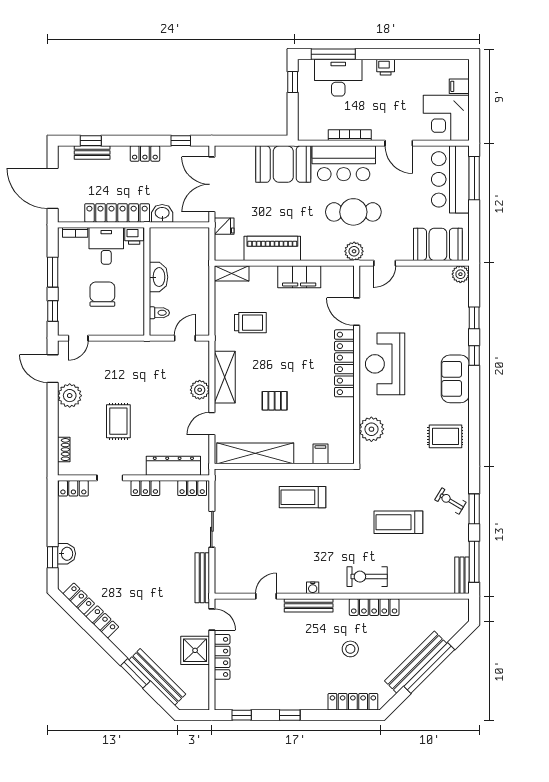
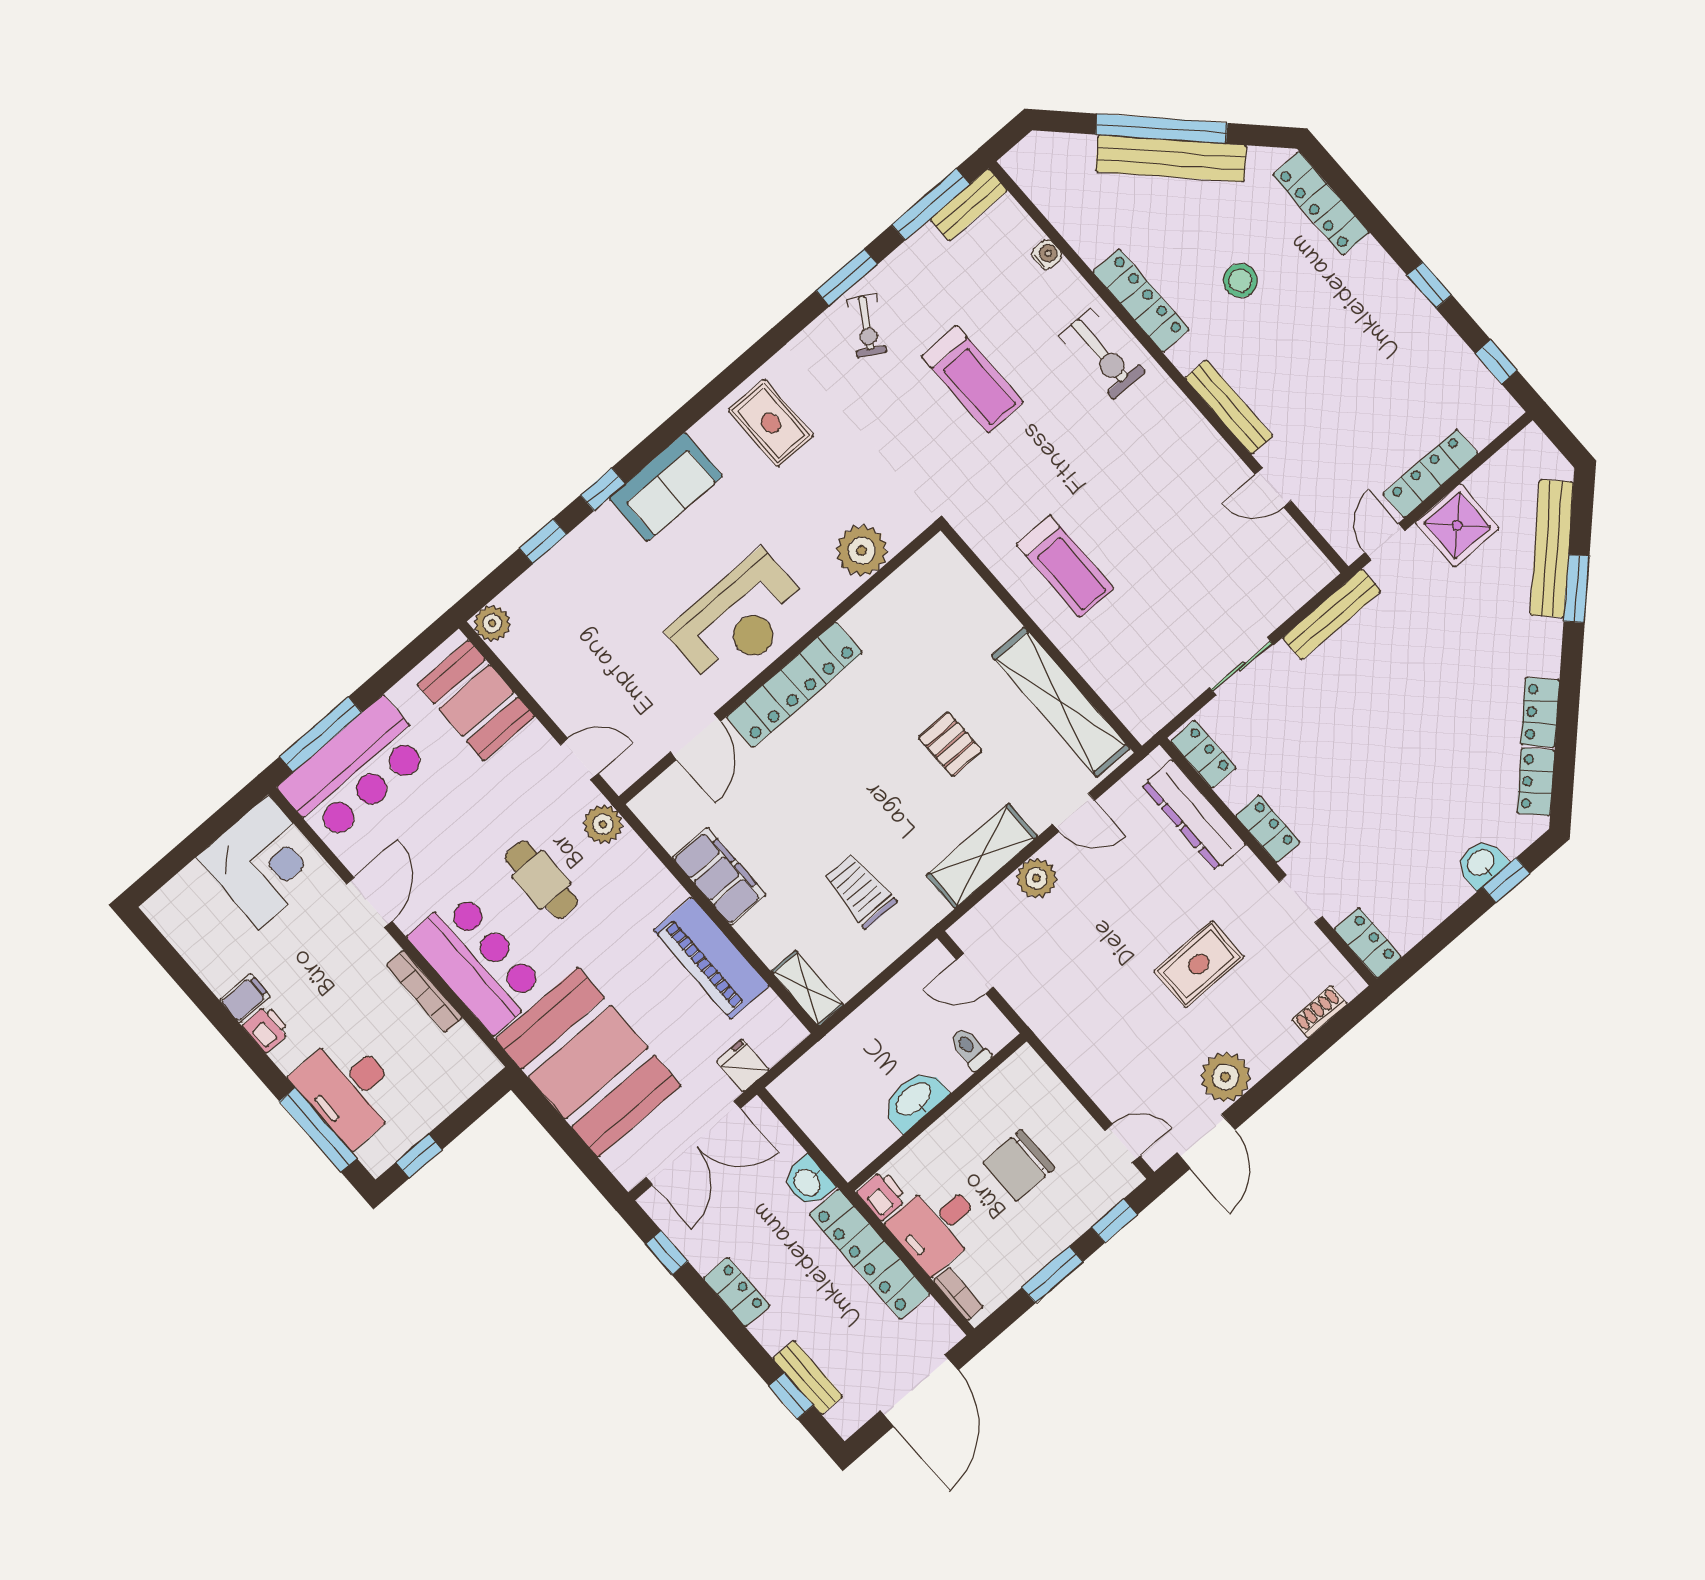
filing cabinet: (459, 86) -> (245, 998), moved, turned -90
booth: (283, 164) -> (588, 1062), width x1.36, depth x1.42
cafe table: (353, 212) -> (541, 880), width x0.73, depth x0.74
filing cabinet: (320, 454) -> (971, 598), removed
water cooler: (313, 588) -> (1047, 254), moved

